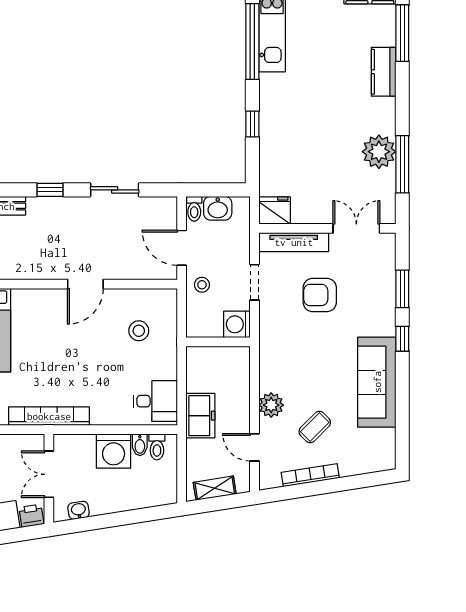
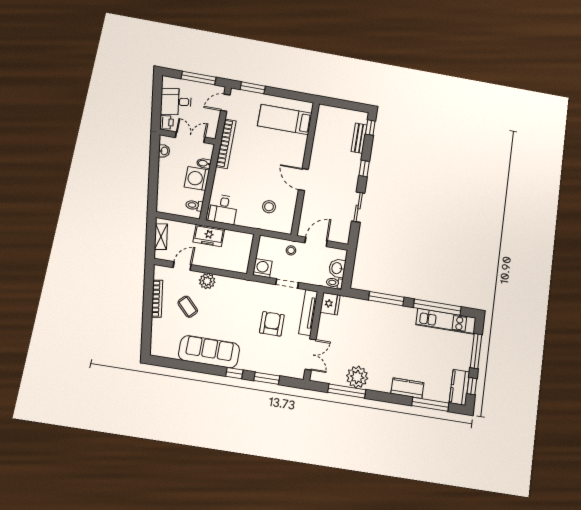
window: (252, 124) -> (386, 299), width x2.17
toilet: (194, 209) -> (335, 283), moved
bidet: (140, 445) -> (204, 163), moved

